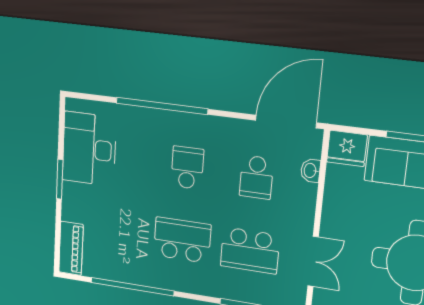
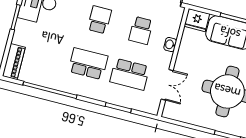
washbasin: (310, 171) -> (170, 45), moved

